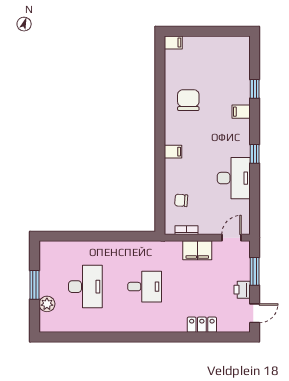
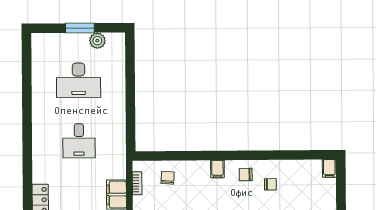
chair: (188, 100) -> (270, 184), width x0.54, depth x0.54
chair: (179, 124) -> (246, 175), added
plant: (47, 304) -> (97, 41), moved

